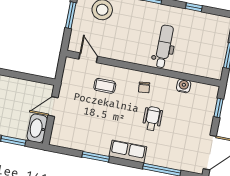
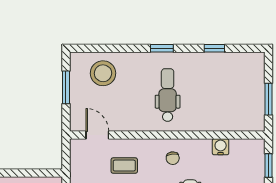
dental chair: (164, 46) -> (168, 95), moved

